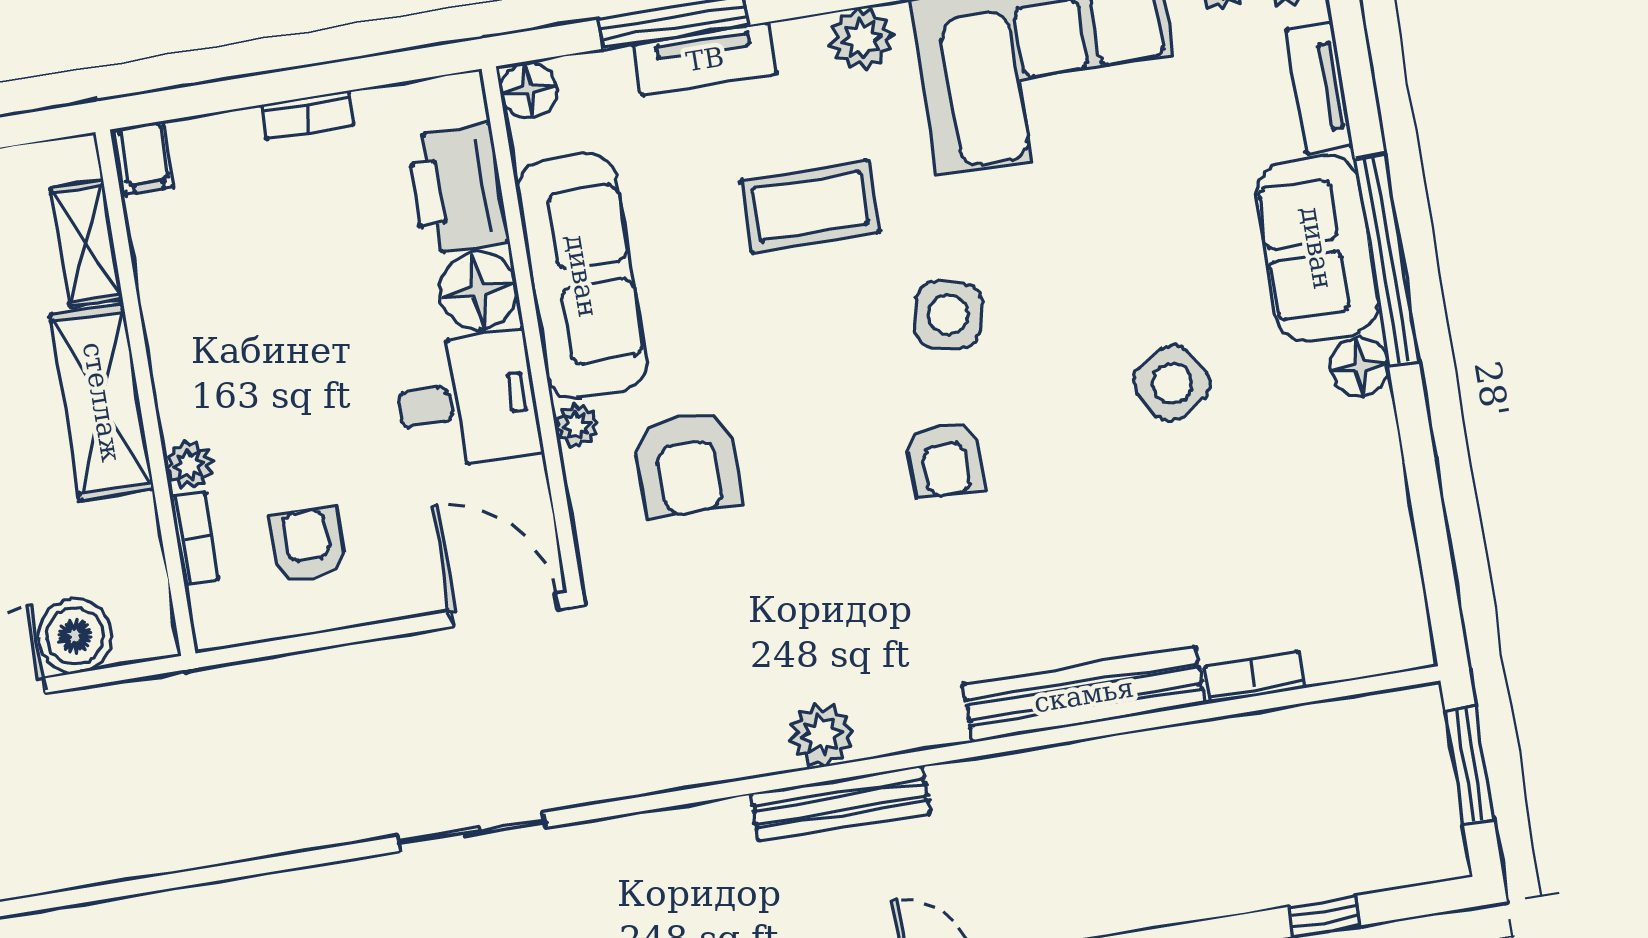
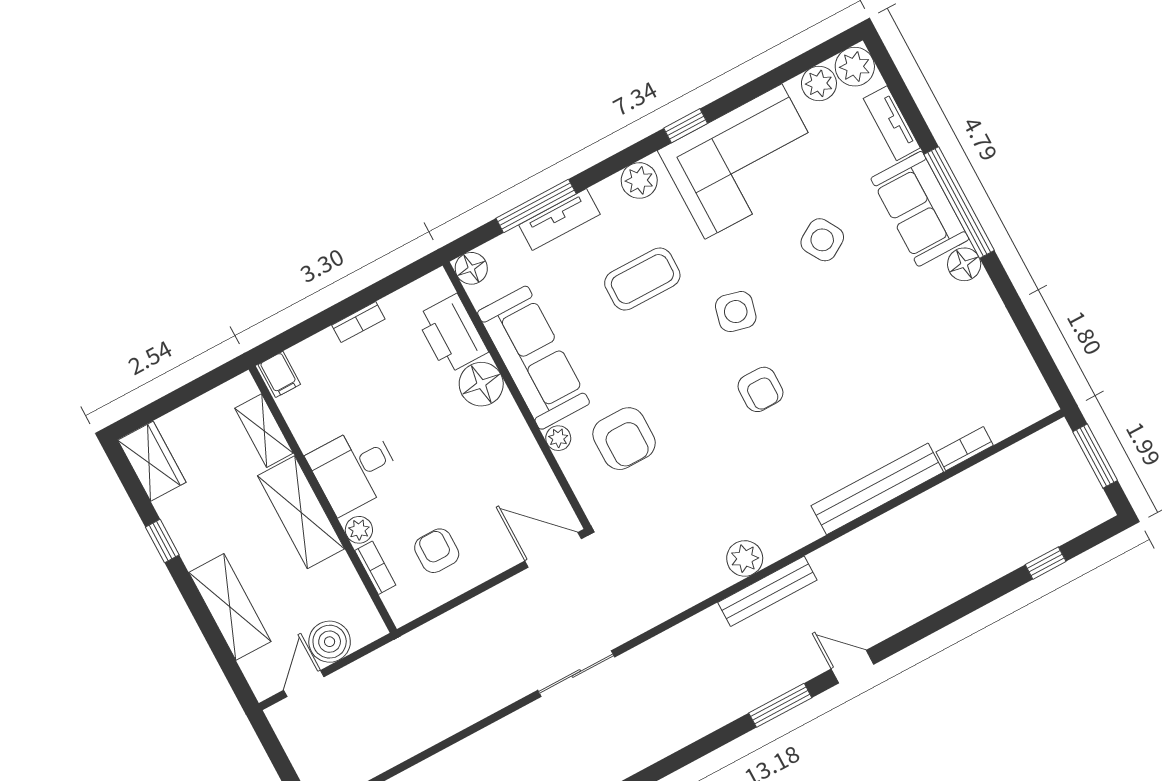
side table: (1172, 383) -> (822, 240), moved
desk: (467, 400) -> (354, 469), moved, turned 180

